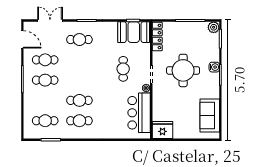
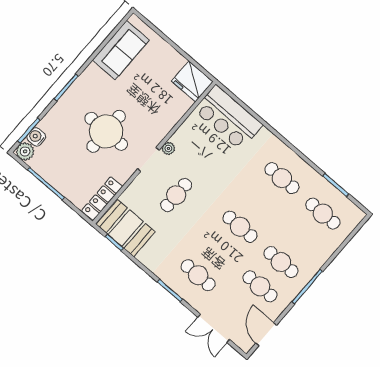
water cooler: (214, 67) -> (36, 137), moved
cafe table: (79, 100) -> (240, 227), moved
bar counter: (139, 113) -> (228, 118), moved, turned 90

